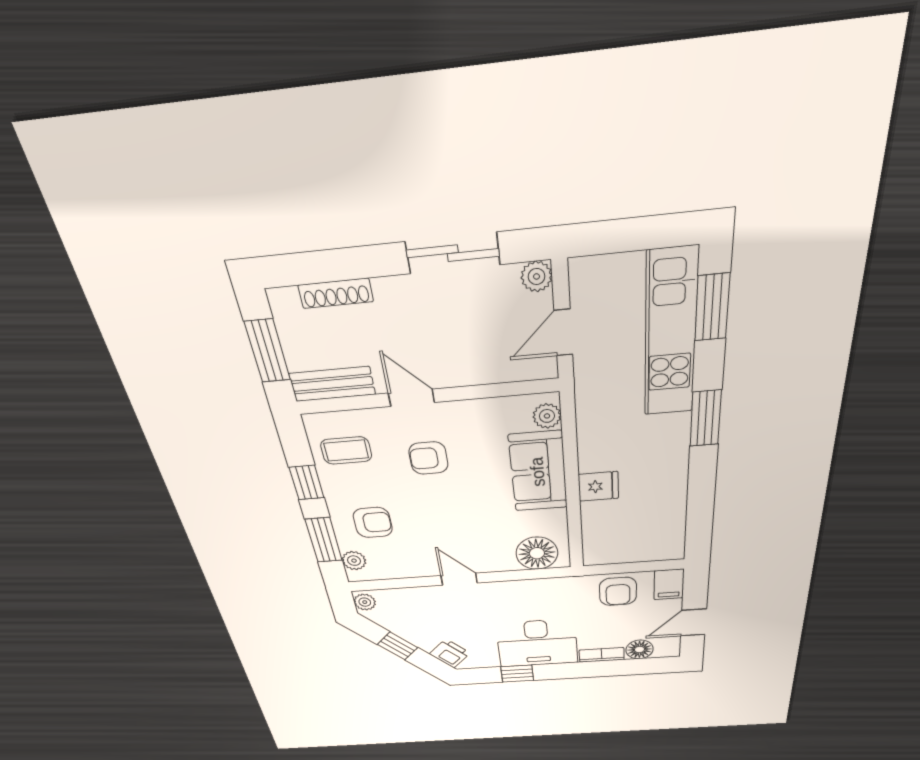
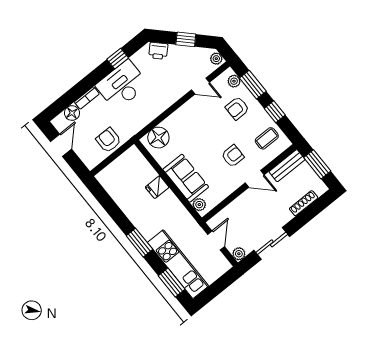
door: (459, 579) -> (200, 86), moved
filing cabinet: (669, 584) -> (89, 159), removed

